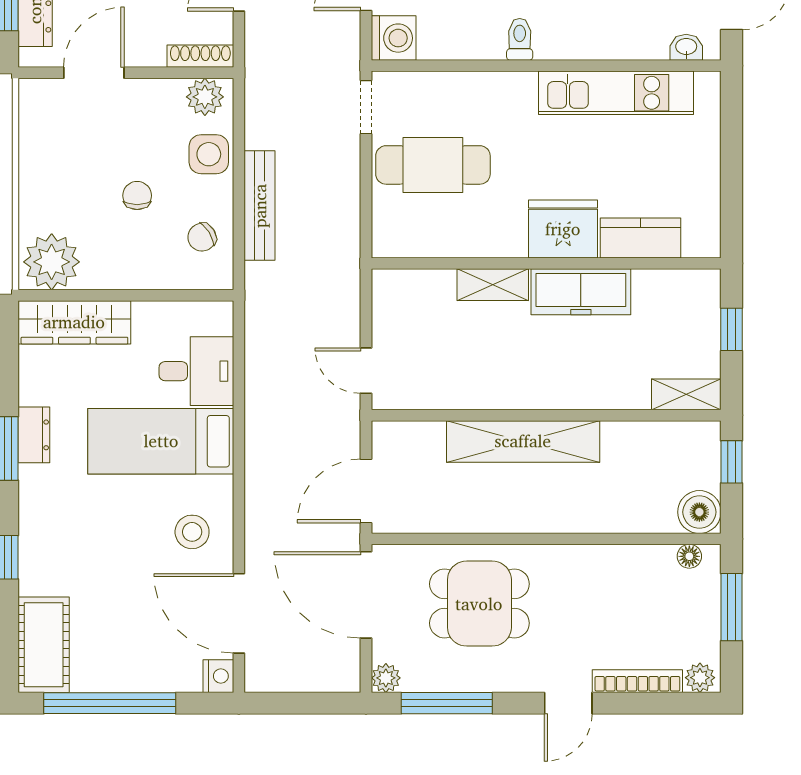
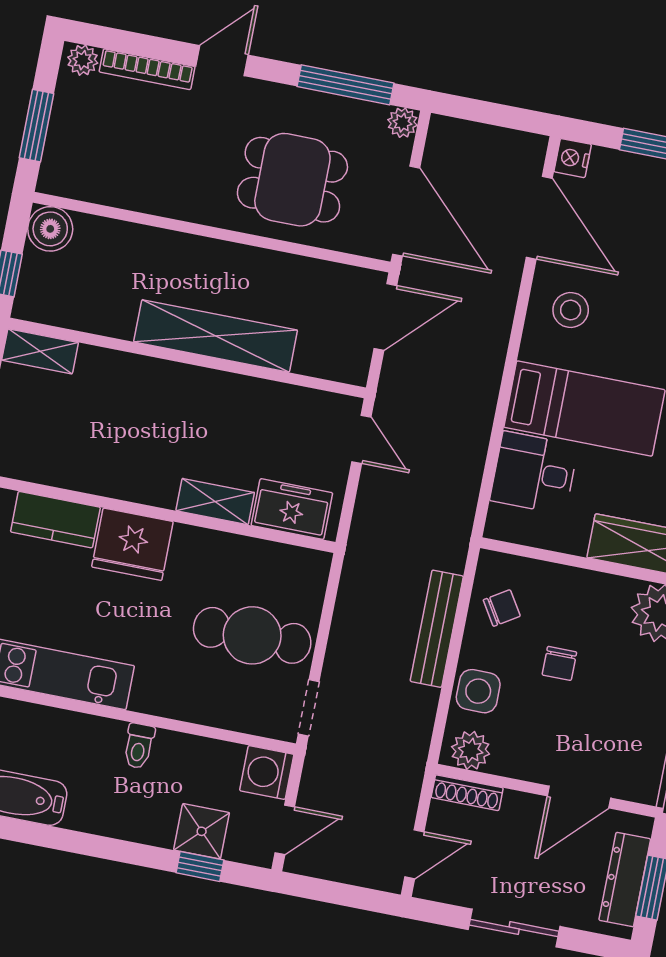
freezer: (581, 292) -> (292, 509), moved, width x0.71
floor lamp: (689, 556) -> (69, 186), removed

